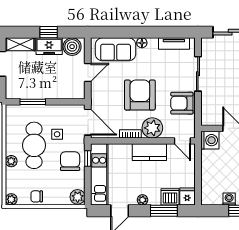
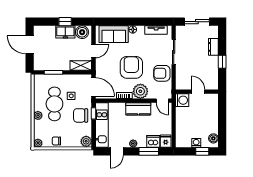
shelving: (20, 44) -> (81, 66), moved
chair: (70, 161) -> (81, 115), turned -90

